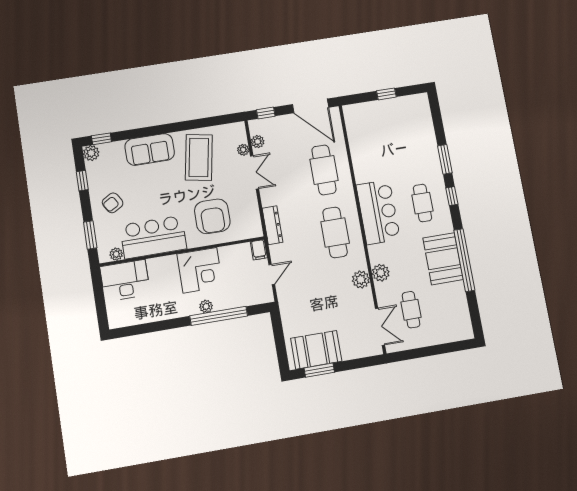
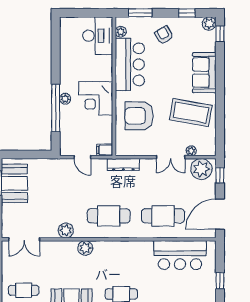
plant: (258, 142) -> (201, 169), width x1.88, depth x1.88
bar counter: (378, 212) -> (180, 255), moved
plant: (381, 273) -> (85, 248), moved
cafe table: (411, 310) -> (24, 290), moved

